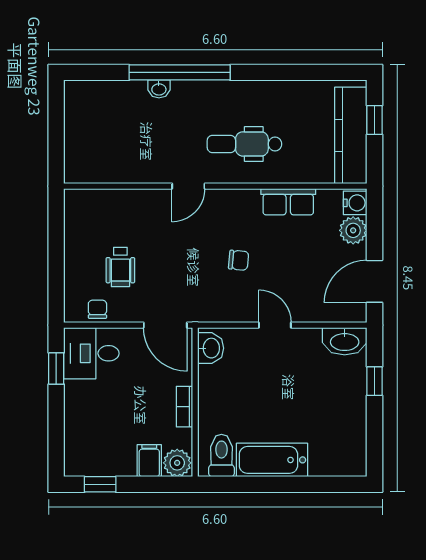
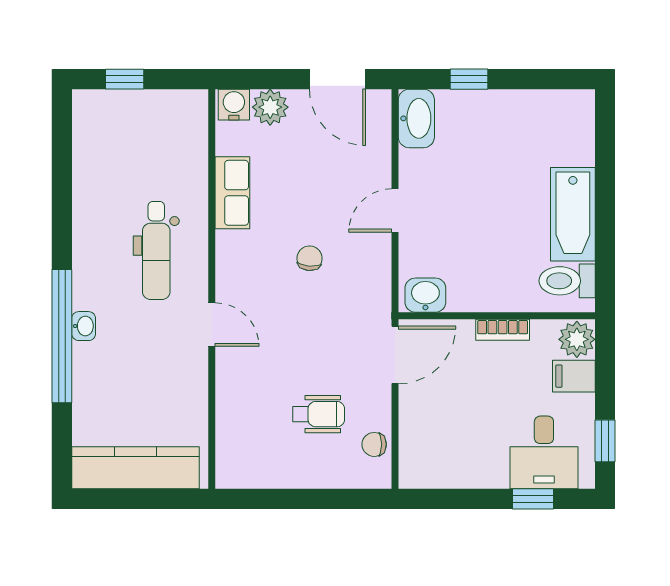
washbasin: (159, 89) -> (84, 326), moved
kitchen counter: (351, 135) -> (135, 468), moved, turned 180
desk: (91, 353) -> (544, 452), moved
window: (56, 369) -> (533, 499), moved

